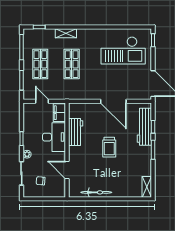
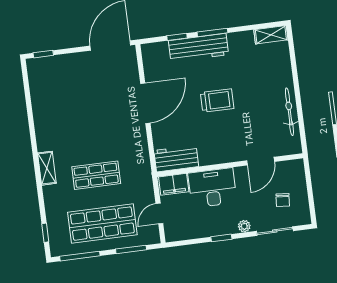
shelving: (66, 33) -> (47, 168), moved
checkout: (123, 50) -> (65, 98), removed
shop shelf: (40, 64) -> (102, 224), width x1.43, depth x1.36
workbench: (144, 127) -> (198, 48), moved
workbench: (76, 132) -> (176, 158), moved

